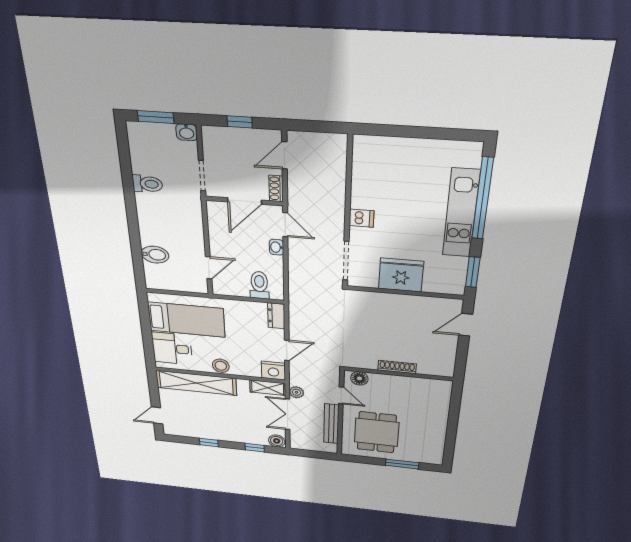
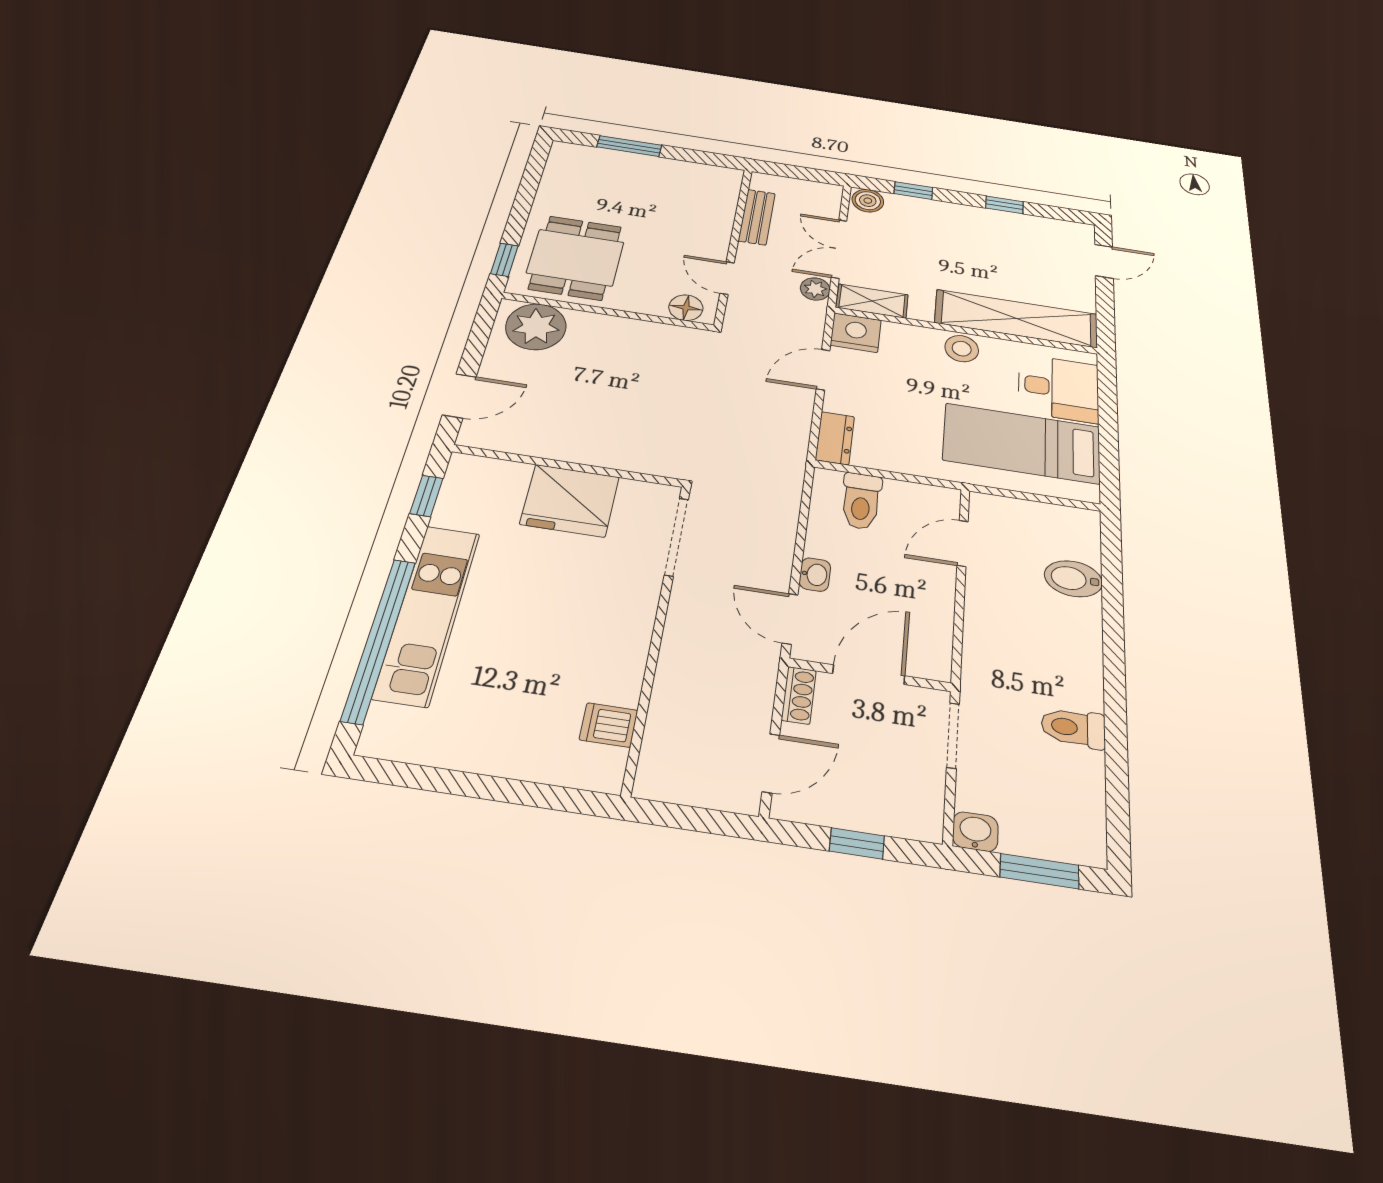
dishwasher: (361, 218) -> (609, 725), moved
window: (473, 272) -> (426, 496), width x0.67
plant: (433, 364) -> (536, 327), added
shoe rack: (397, 367) -> (608, 324), removed
window: (456, 398) -> (504, 260), added
double door: (288, 414) -> (839, 249), swing flipped
bench: (331, 424) -> (757, 217), width x0.73
dining table: (377, 432) -> (575, 258), moved

